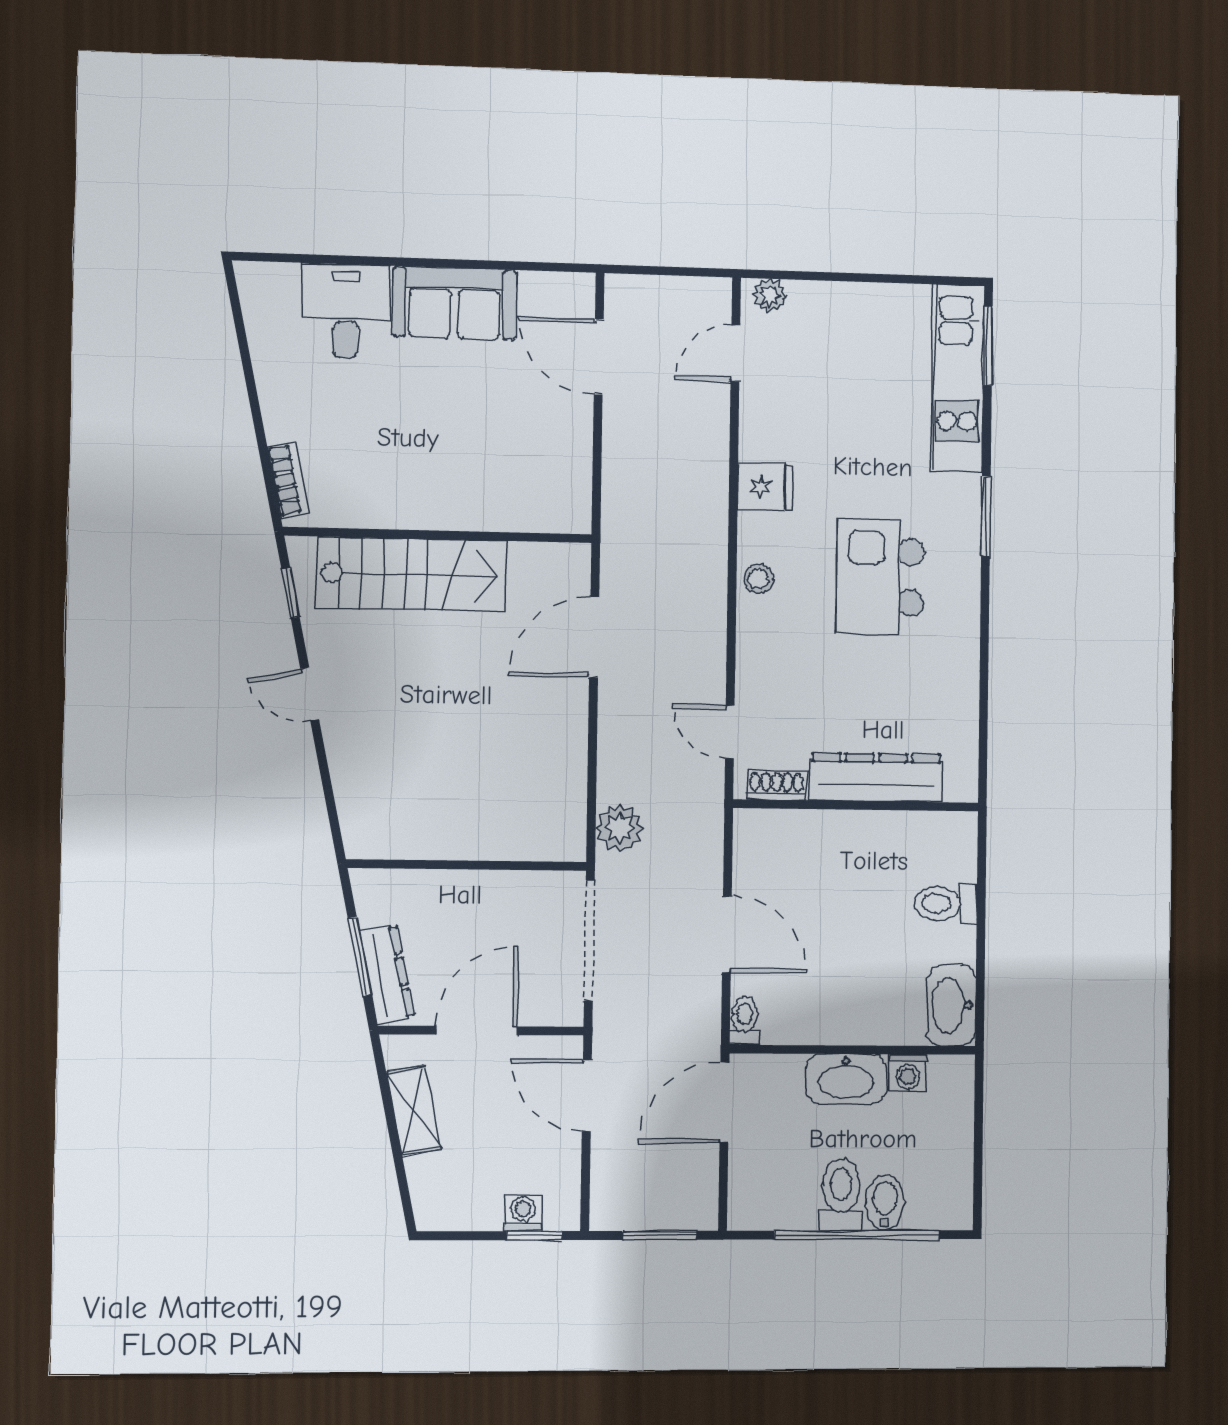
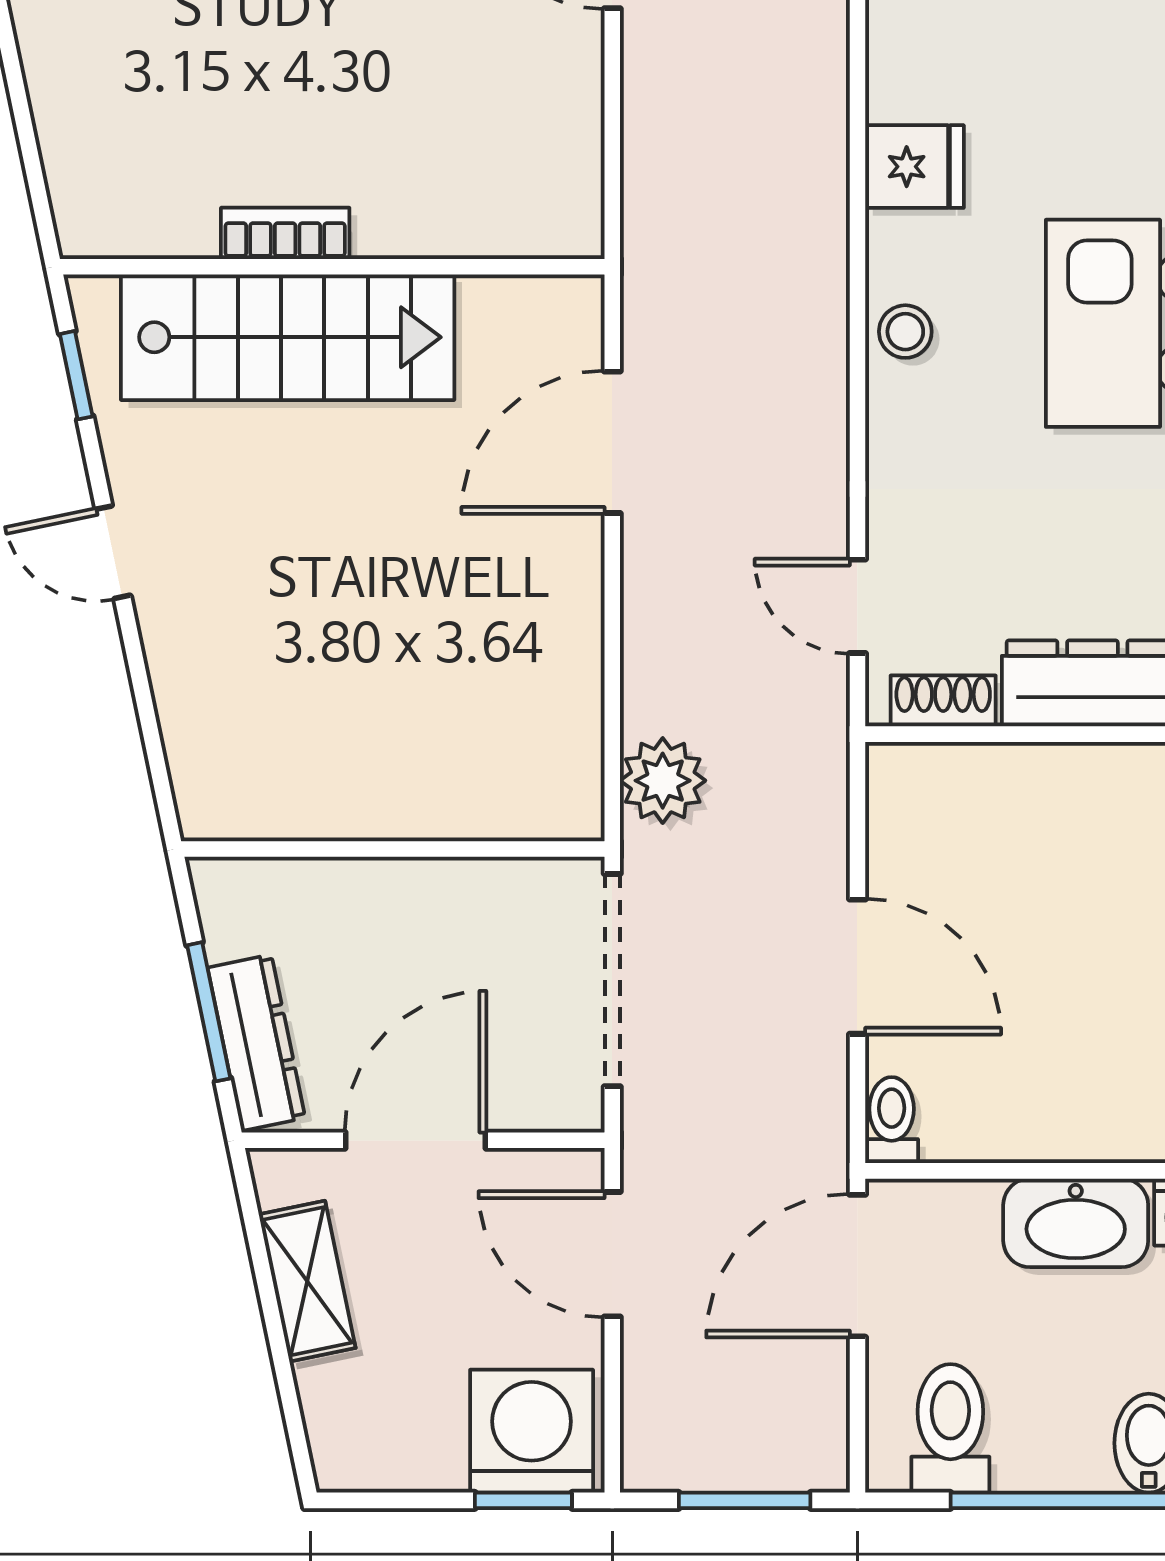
bookcase: (288, 479) -> (285, 233), moved, turned -78
toilet: (841, 1194) -> (950, 1428), moved
washing machine: (523, 1213) -> (532, 1431), width x1.89, depth x1.89

